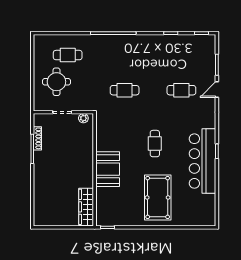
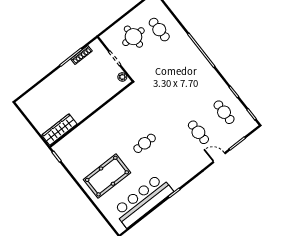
cafe table: (125, 90) -> (224, 112), moved
bar counter: (203, 161) -> (143, 201), moved
booth: (108, 169) -> (99, 124), removed

